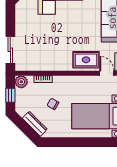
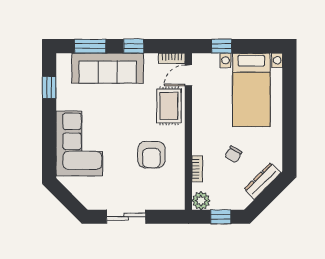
armchair: (53, 48) -> (151, 155), added
sliding door: (10, 50) -> (126, 217), moved

